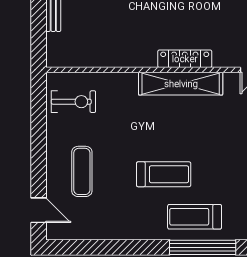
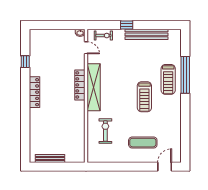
exercise bike: (73, 102) -> (105, 131), moved
treadmill: (164, 174) -> (144, 97), turned 180

